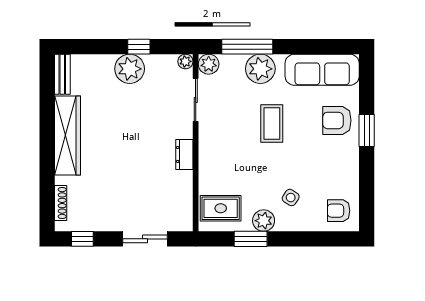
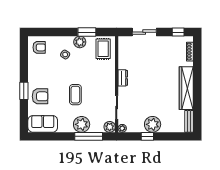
sofa: (322, 70) -> (43, 124), width x0.73
rug: (221, 208) -> (103, 49), turned 90

